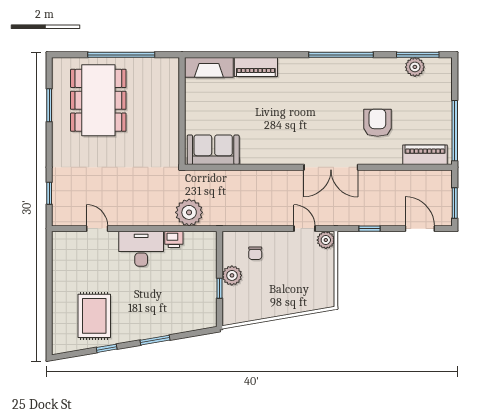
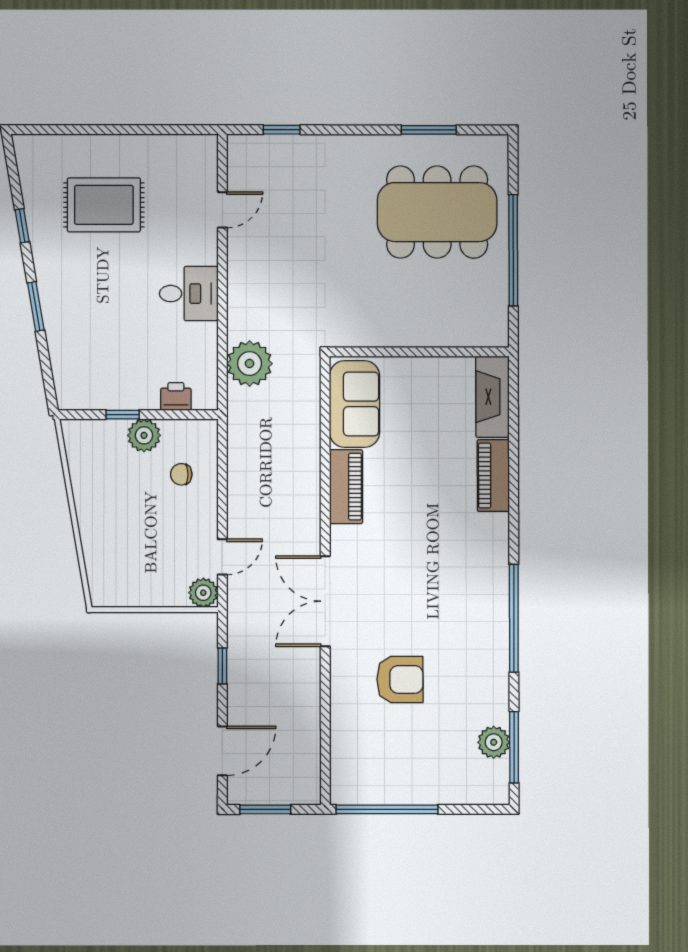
piano: (425, 155) -> (346, 487), moved
printer: (174, 239) -> (176, 396), moved, turned 90
desk: (141, 249) -> (189, 294), width x0.73
rug: (94, 316) -> (104, 205), moved

